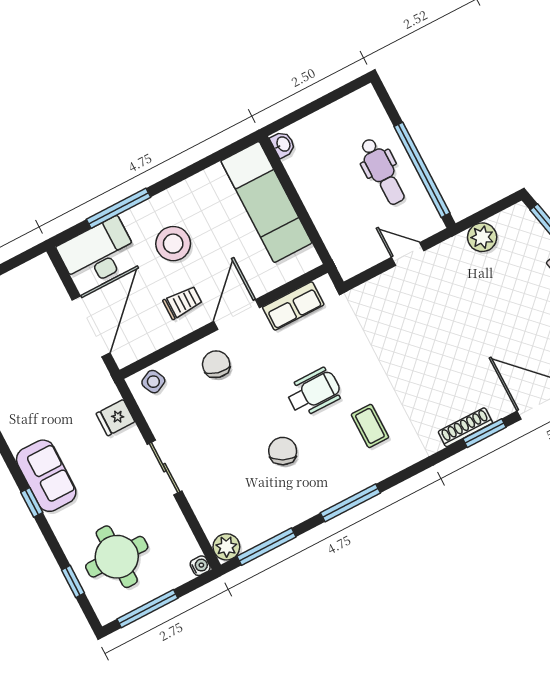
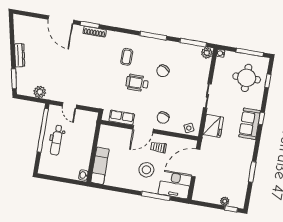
dental chair: (382, 171) -> (57, 140), turned 180
exam couch: (266, 202) -> (100, 166), width x0.73, depth x0.69
fridge: (115, 418) -> (213, 126), width x1.88, depth x1.34

